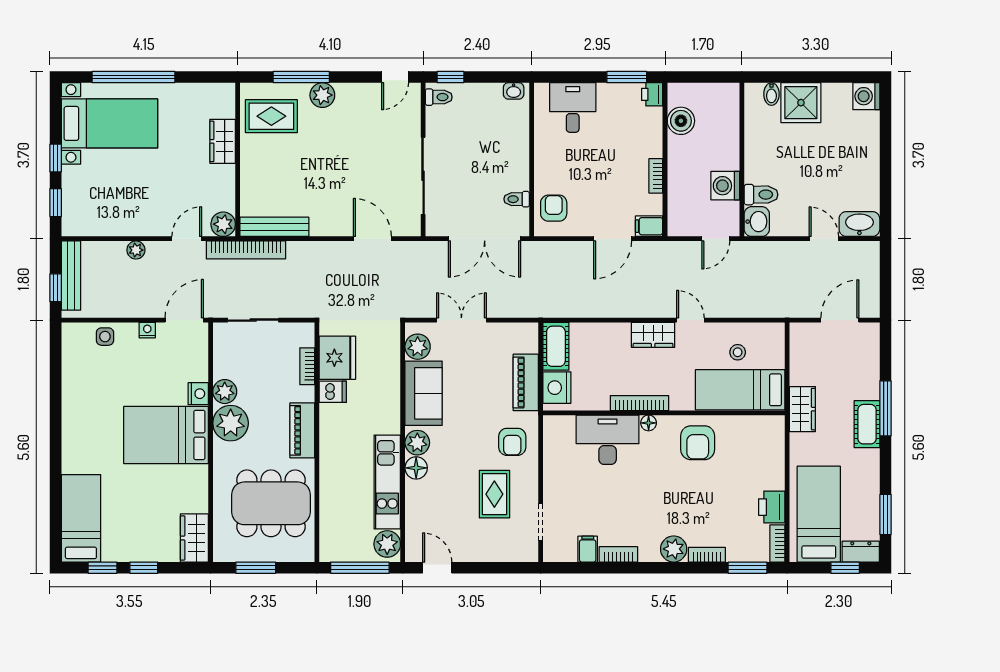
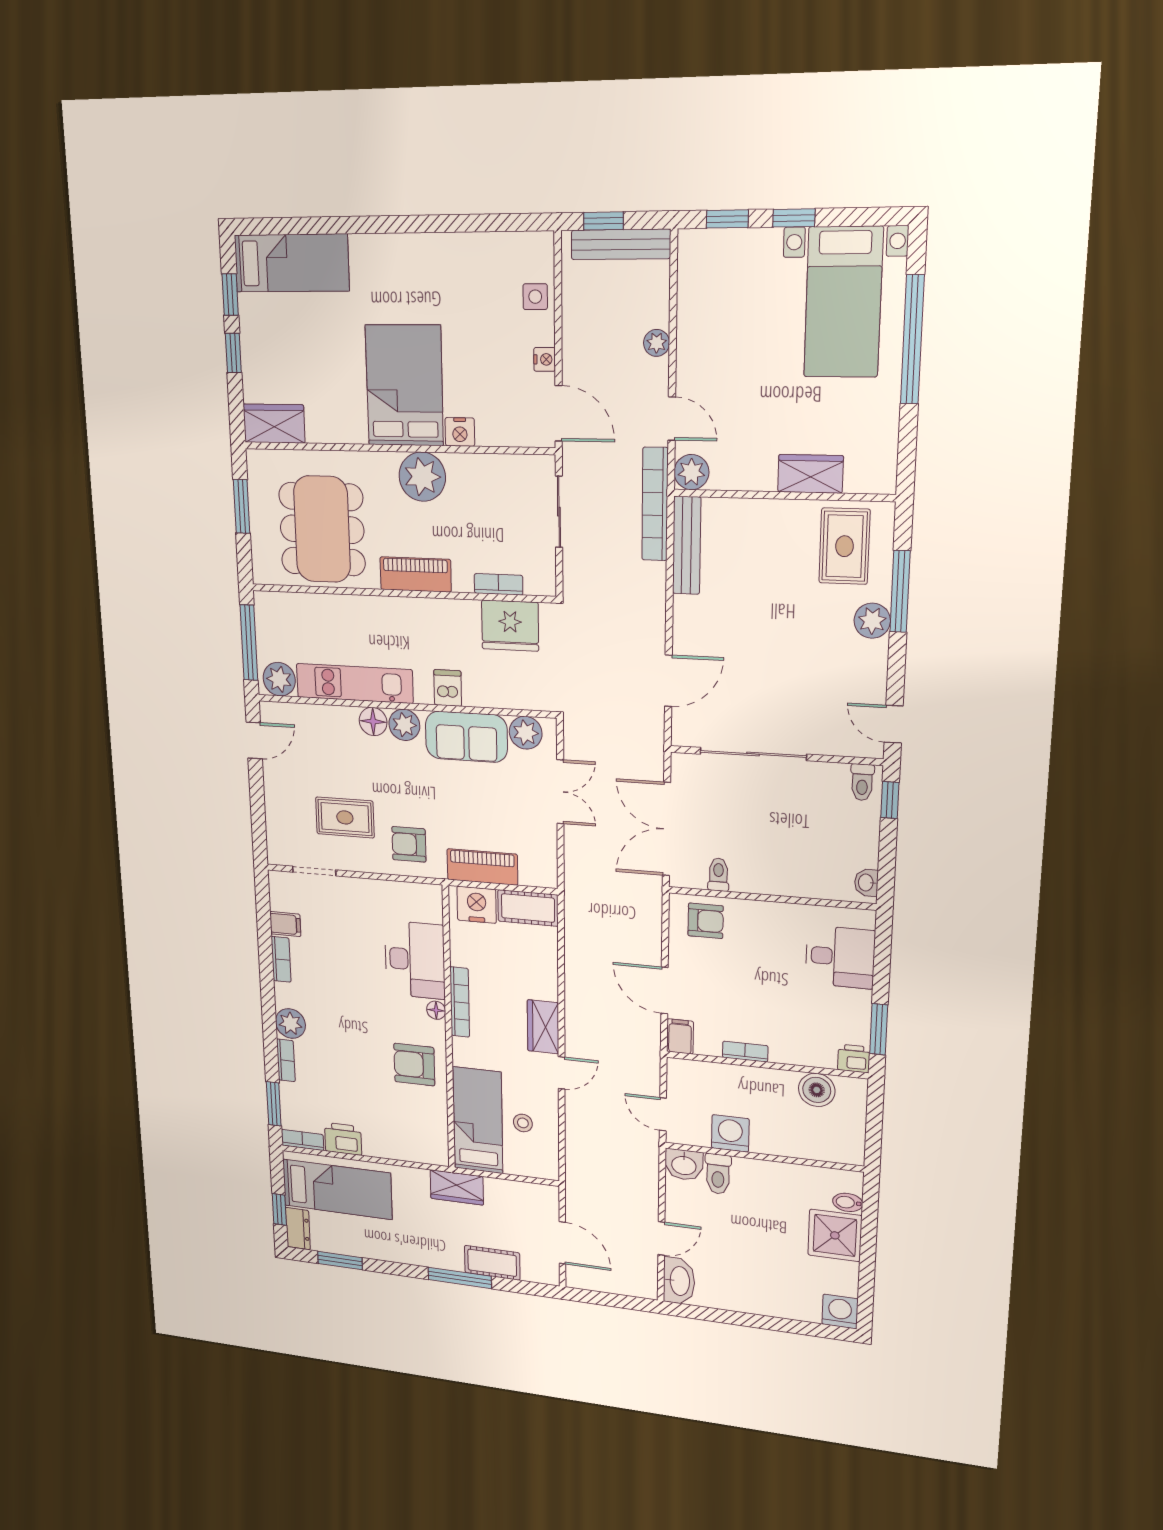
plant: (225, 392) -> (463, 469), removed
dishwasher: (333, 392) -> (448, 688), moved, turned 180
cot: (867, 424) -> (492, 1263), moved

